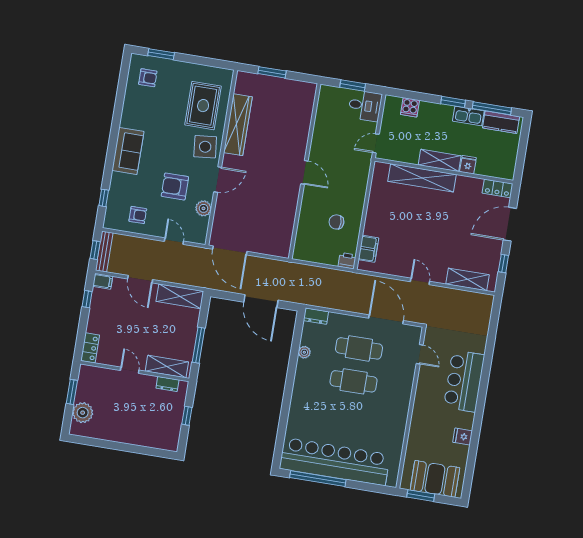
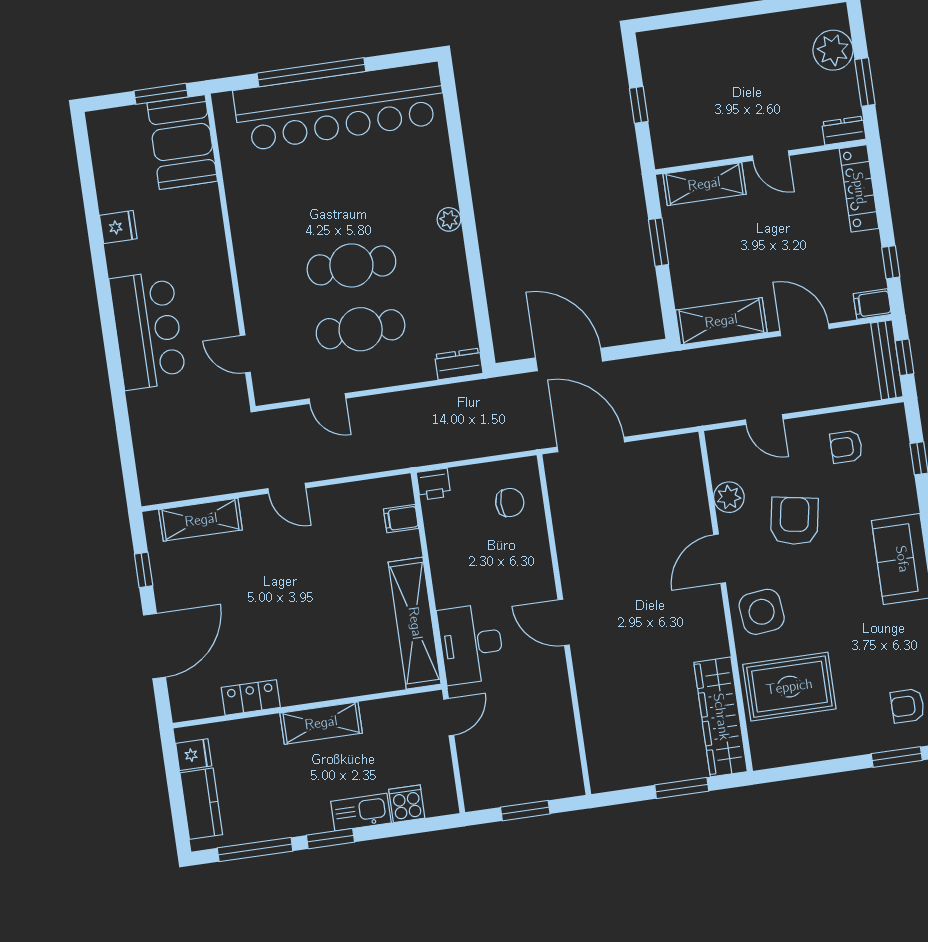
rug: (203, 106) -> (789, 687), turned 90
desk: (365, 106) -> (471, 644), moved, width x1.37
kitchen sink: (468, 116) -> (361, 812), moved
kitchen counter: (501, 122) -> (201, 804), moved, turned 90
wardrobe: (238, 125) -> (721, 717), moved
fridge: (468, 165) -> (194, 755), moved, turned -90
shelving: (422, 178) -> (415, 623), moved, turned 90
armchair: (175, 186) -> (794, 521), turned -80
locker: (497, 188) -> (251, 697), moved
chair: (336, 222) -> (510, 503), moved
filing cabinet: (368, 249) -> (401, 519), width x0.50
door: (230, 250) -> (591, 444), moved
door: (386, 319) -> (328, 399), width x0.53
window: (199, 345) -> (659, 242), width x0.69
locker: (90, 348) -> (859, 188), width x1.53
plant: (304, 352) -> (449, 219), moved
dresser: (167, 384) -> (844, 131), moved
window: (318, 479) -> (311, 72), moved
booth: (435, 479) -> (182, 142), moved, turned 90

